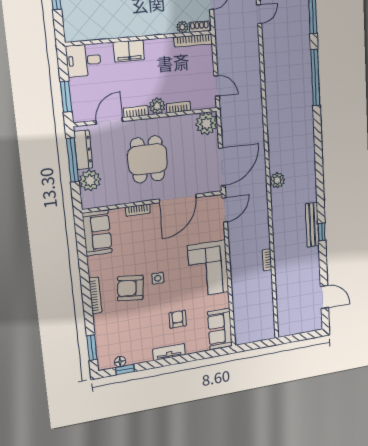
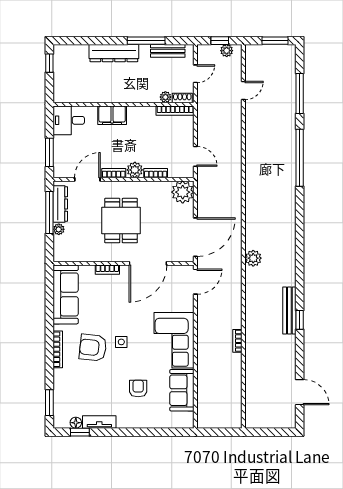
plant: (90, 180) -> (59, 229), width x0.53, depth x0.53
sofa: (97, 233) -> (66, 294), width x1.36
sofa: (220, 329) -> (182, 390), moved
tv unit: (169, 352) -> (99, 422), moved

